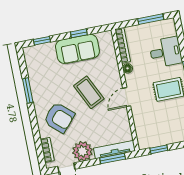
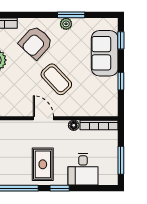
sofa: (77, 49) -> (105, 53), moved
coffee table: (89, 92) -> (56, 79), turned 73
plant: (37, 94) -> (66, 24), added

